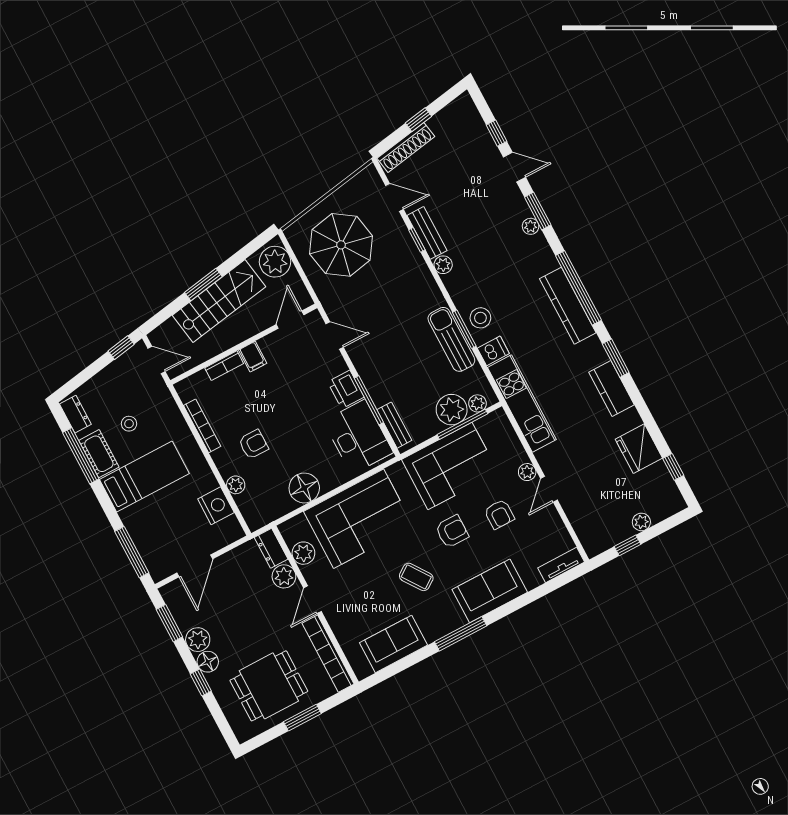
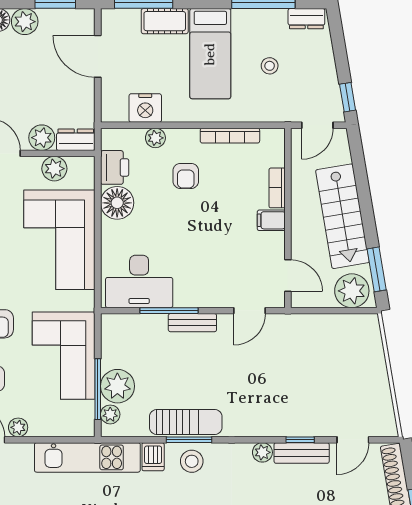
parasol: (341, 245) -> (334, 363), removed
window: (203, 284) -> (377, 269), moved
printer: (346, 389) -> (115, 167), moved, turned 90
bench: (394, 425) -> (192, 323), moved
cot: (99, 454) -> (165, 21), moved

